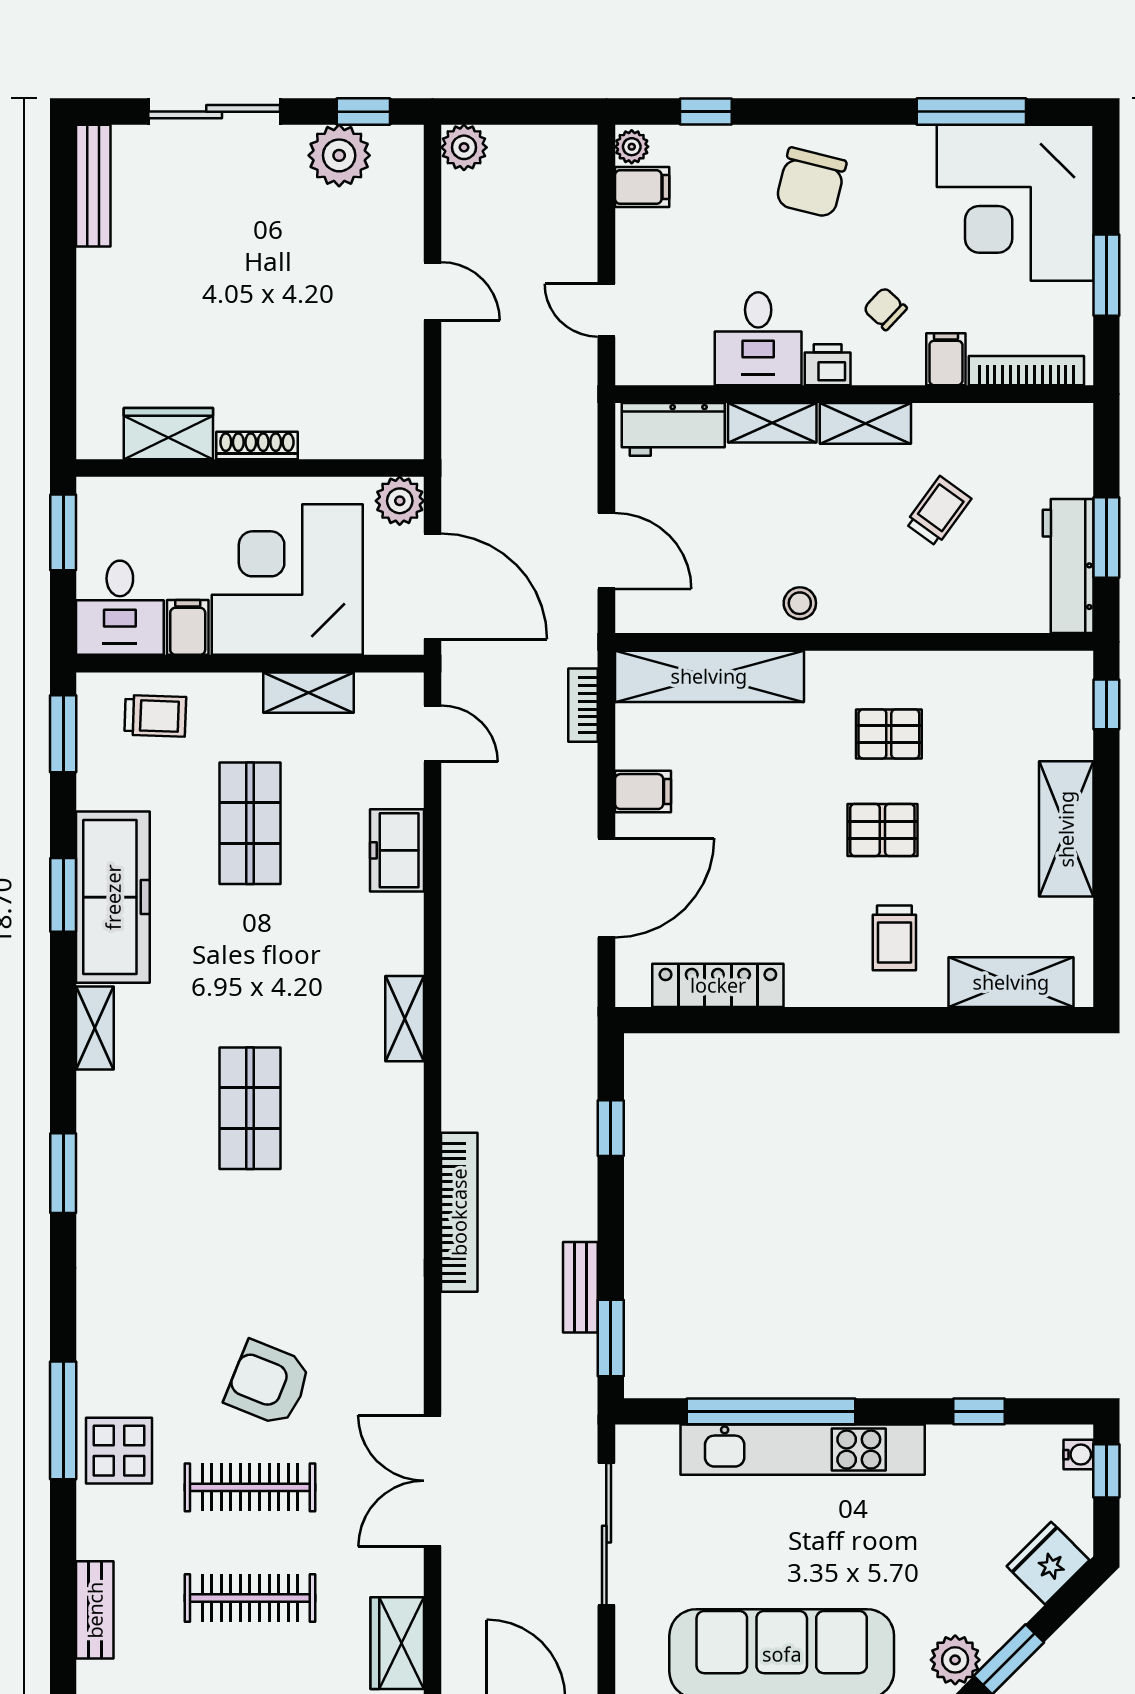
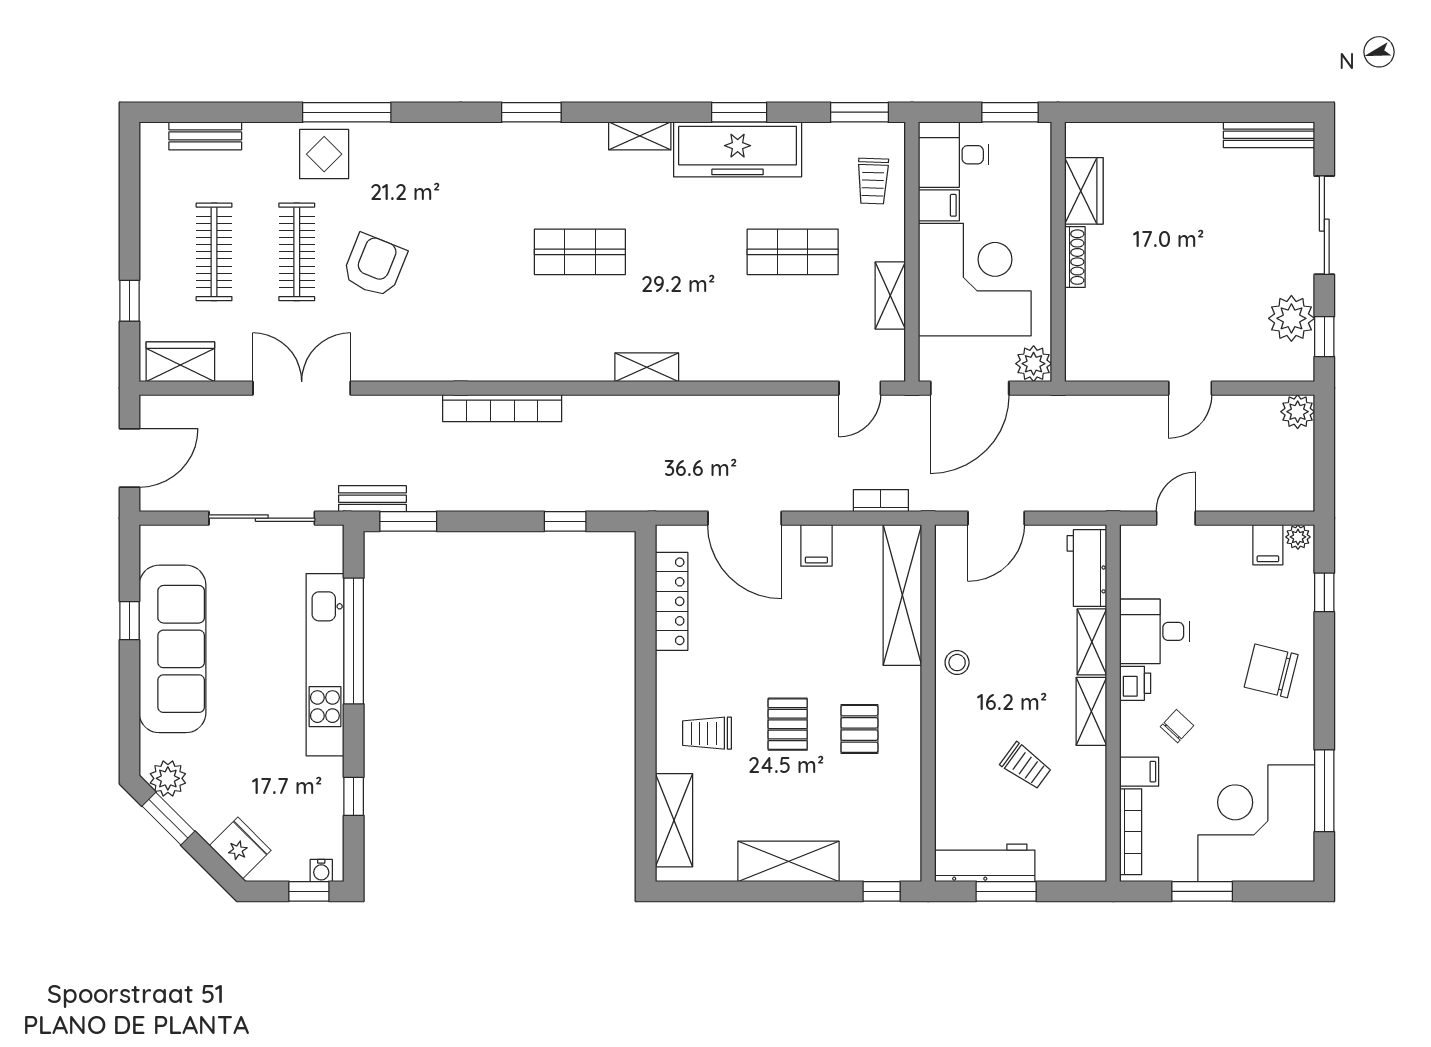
freezer: (397, 850) -> (772, 362), removed
bench: (580, 1287) -> (372, 499), moved

